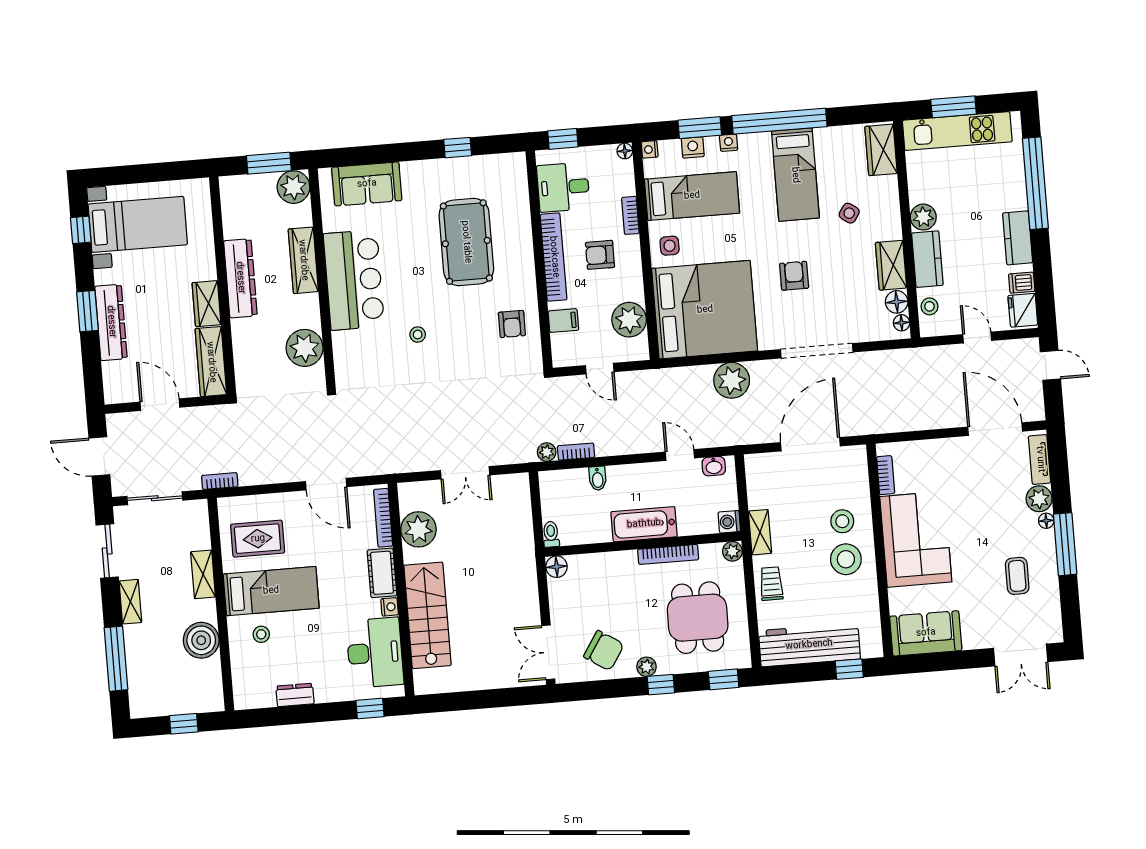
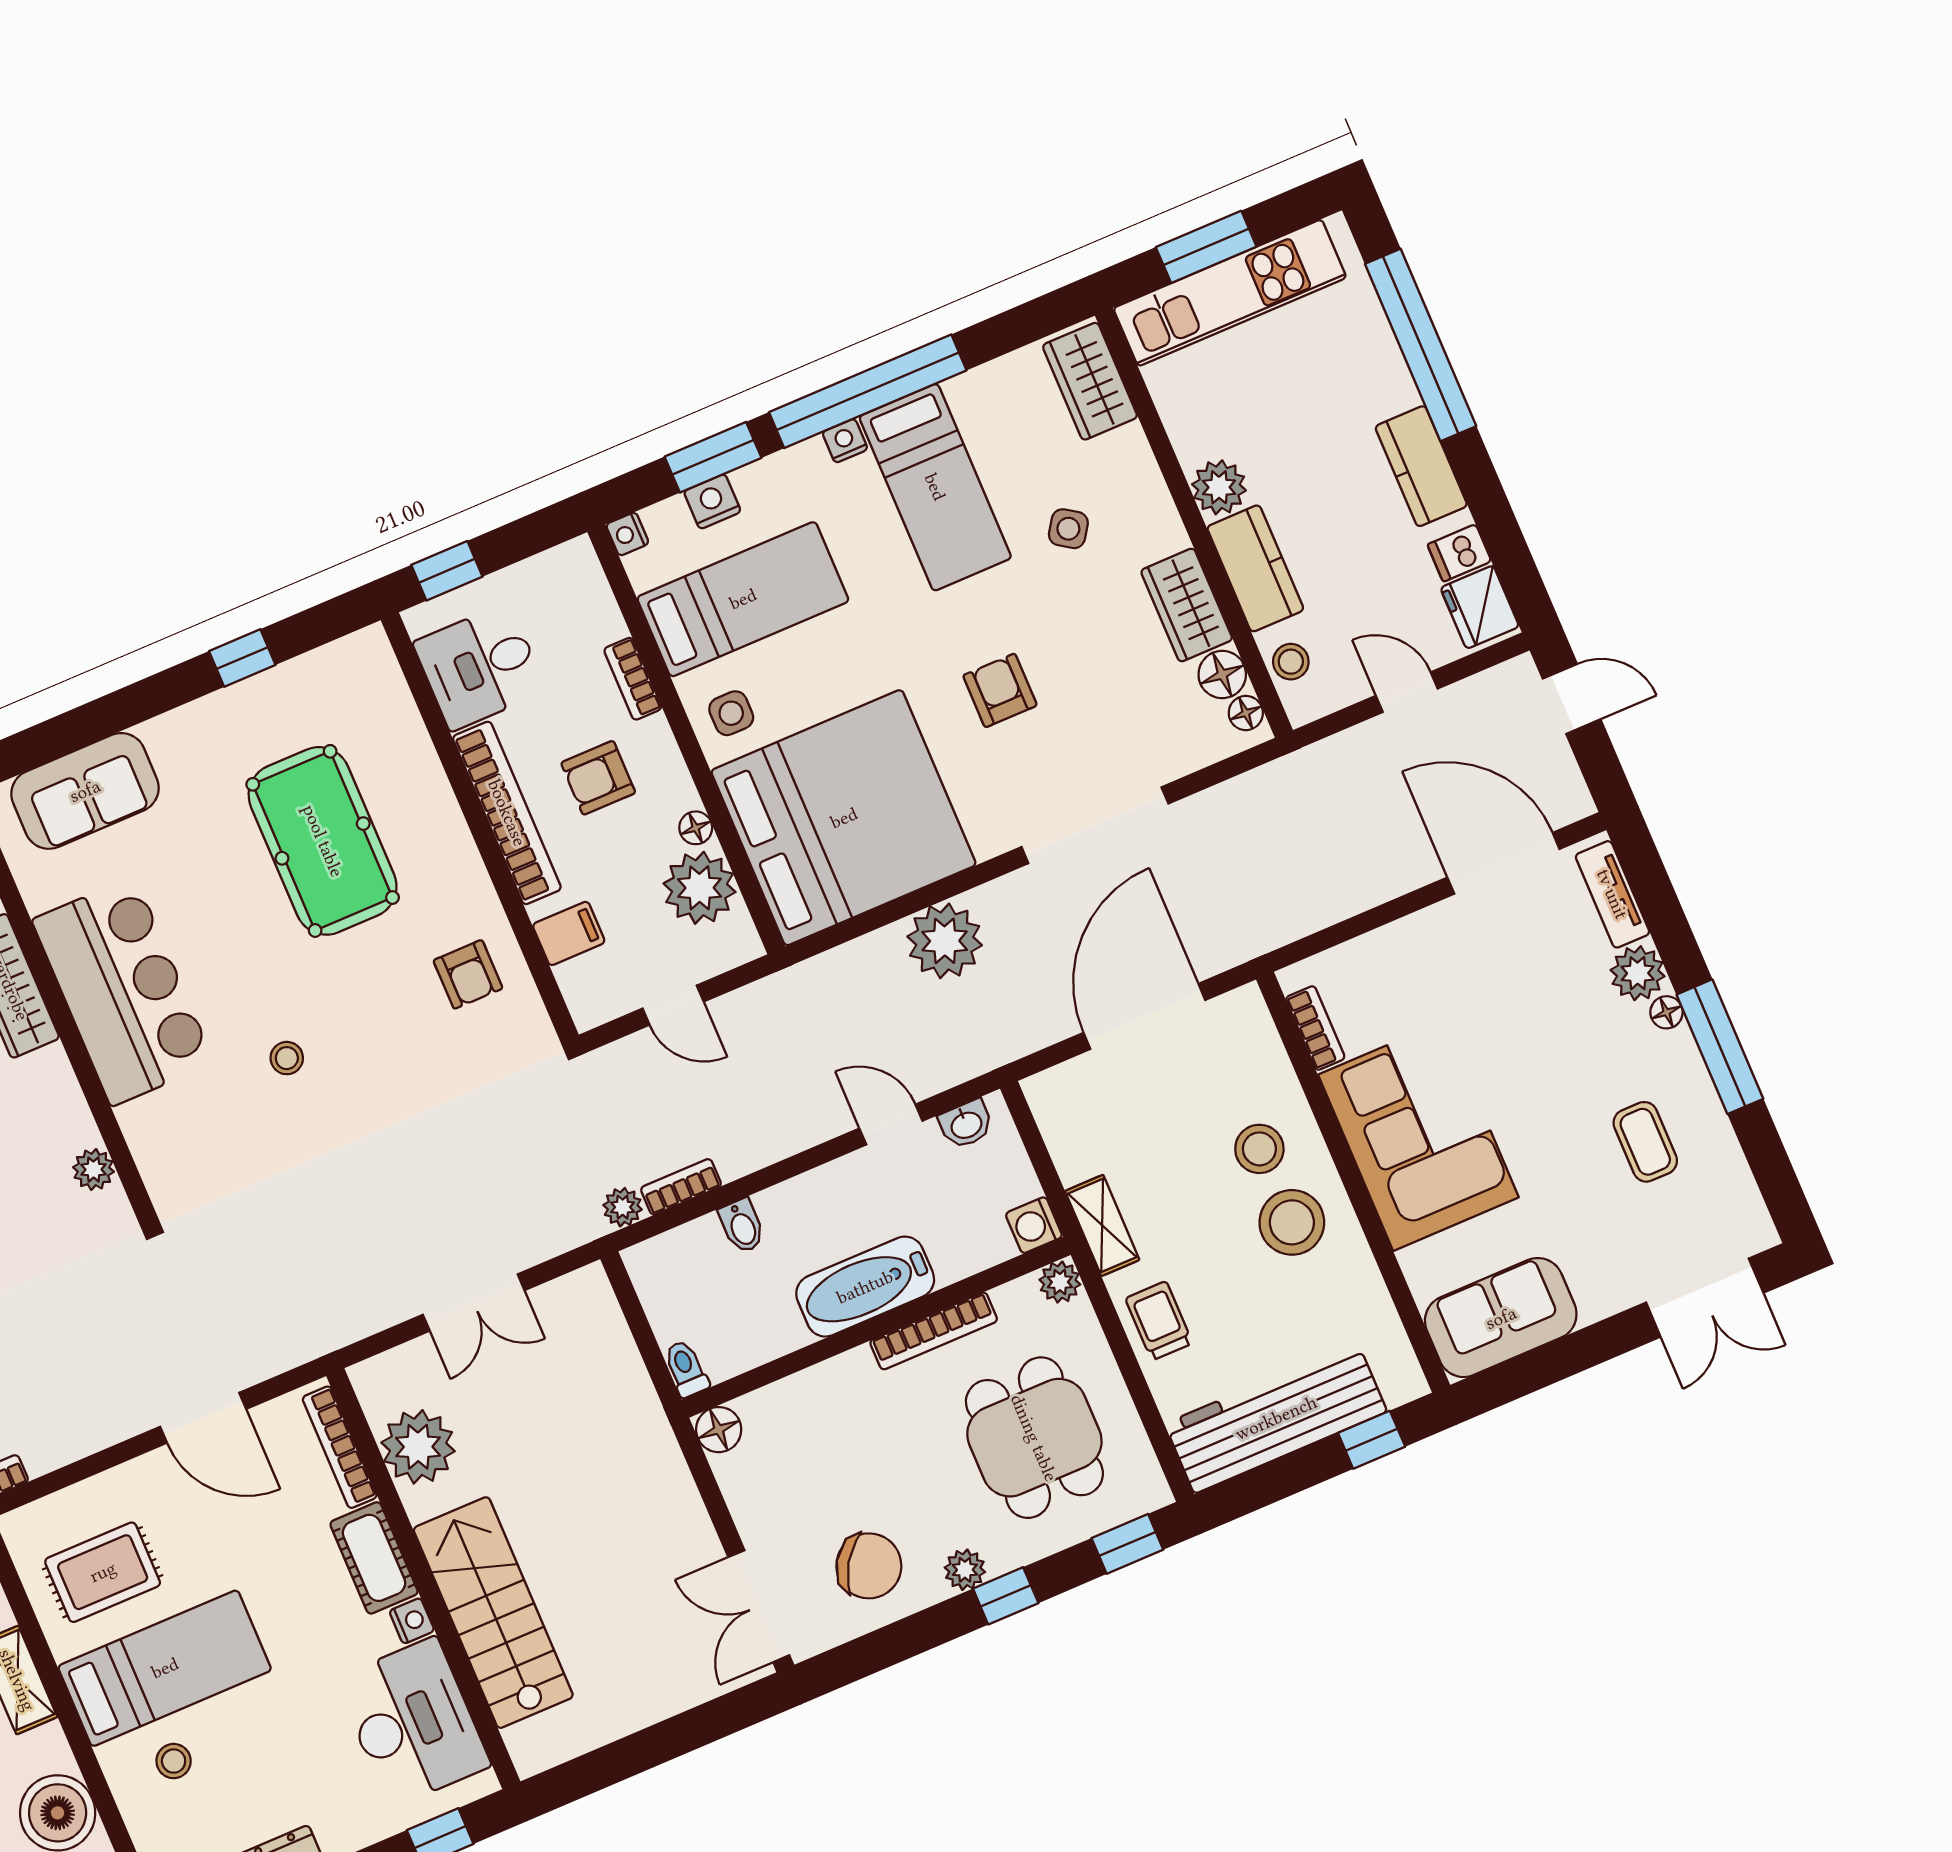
nightstand: (729, 143) -> (845, 441), moved
floor lamp: (625, 151) -> (696, 828), moved
plant: (305, 348) -> (94, 1169), width x0.53, depth x0.53

